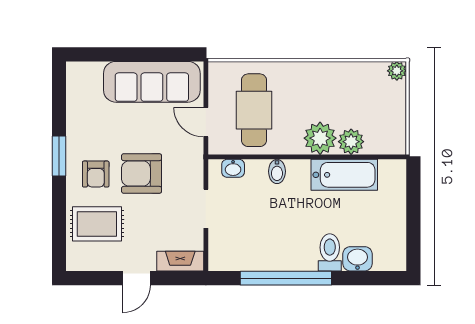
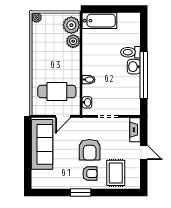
plant: (320, 138) -> (71, 25), moved
bathtub: (344, 175) -> (99, 21), moved, turned 90
washbasin: (358, 259) -> (134, 67), moved

